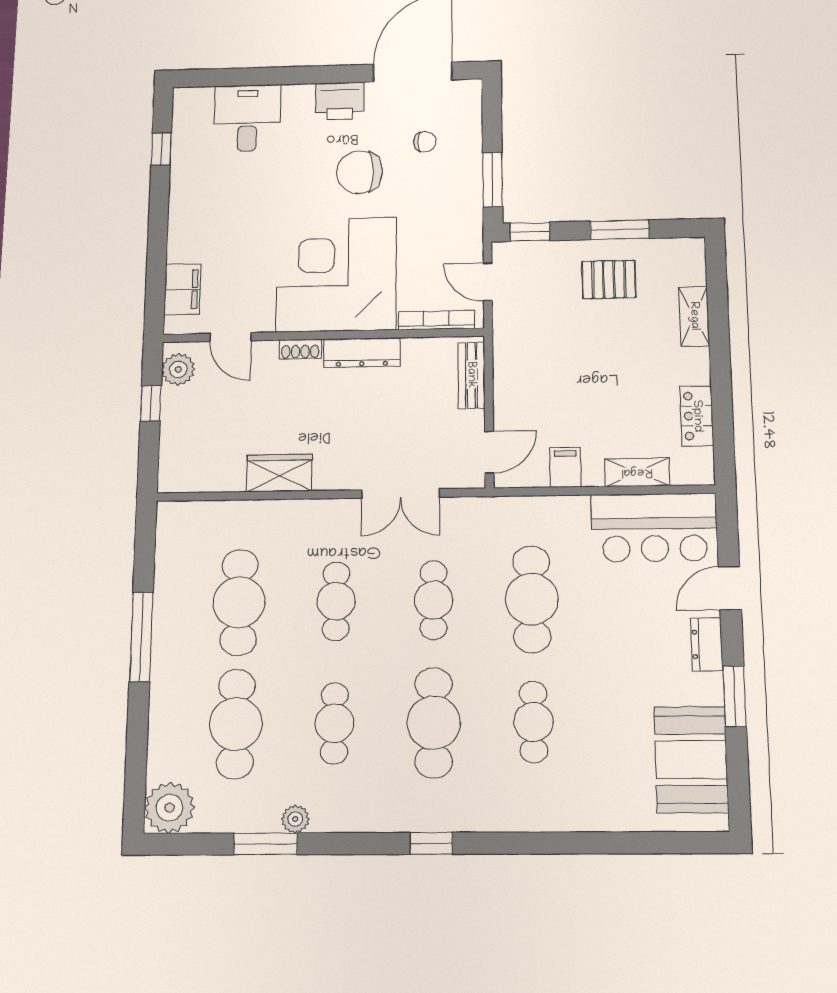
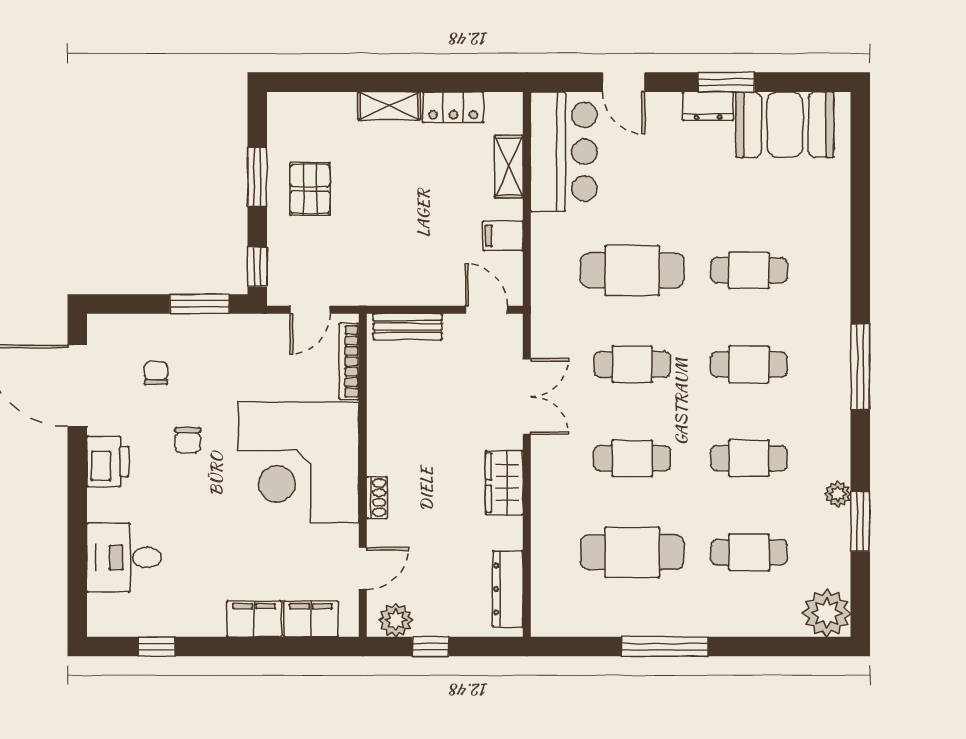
chair: (359, 172) -> (188, 440), width x0.54, depth x0.54
filing cabinet: (184, 237) -> (254, 619), added
shelving: (694, 316) -> (389, 106), moved
dresser: (362, 352) -> (508, 589), moved, turned 180
wardrobe: (279, 473) -> (504, 483), moved
dresser: (707, 644) -> (708, 106), moved
cafe table: (434, 723) -> (749, 364), width x0.73, depth x0.74
cafe table: (236, 724) -> (749, 552), width x0.73, depth x0.74
window: (431, 843) -> (860, 367), width x2.17

